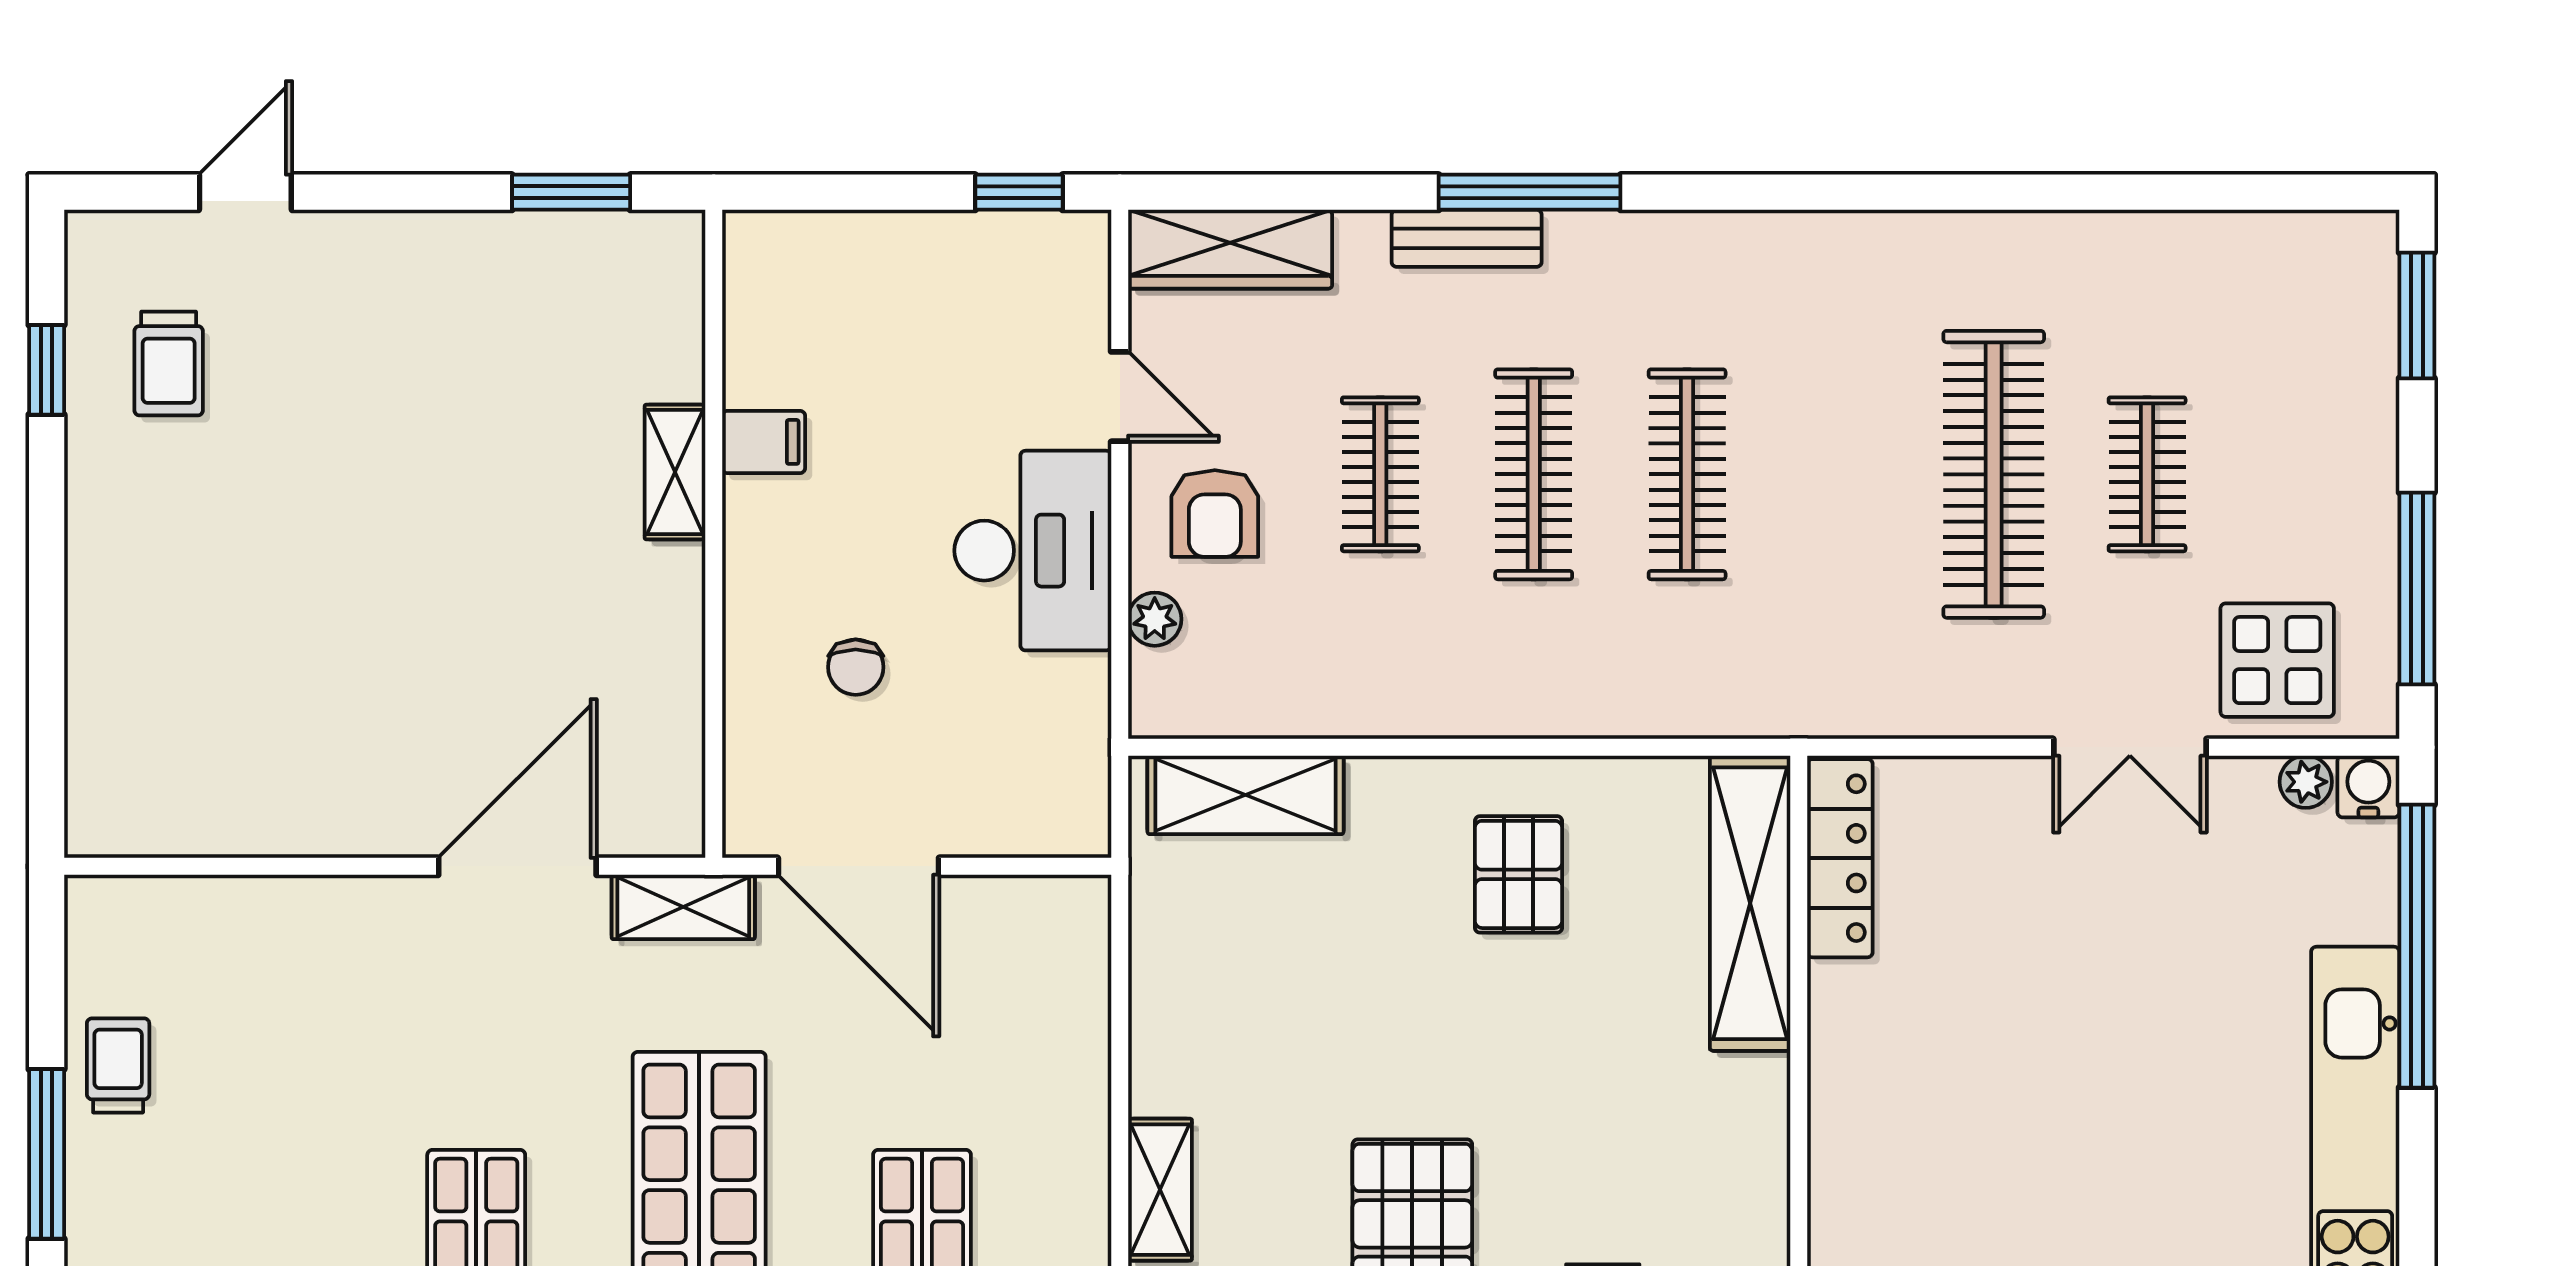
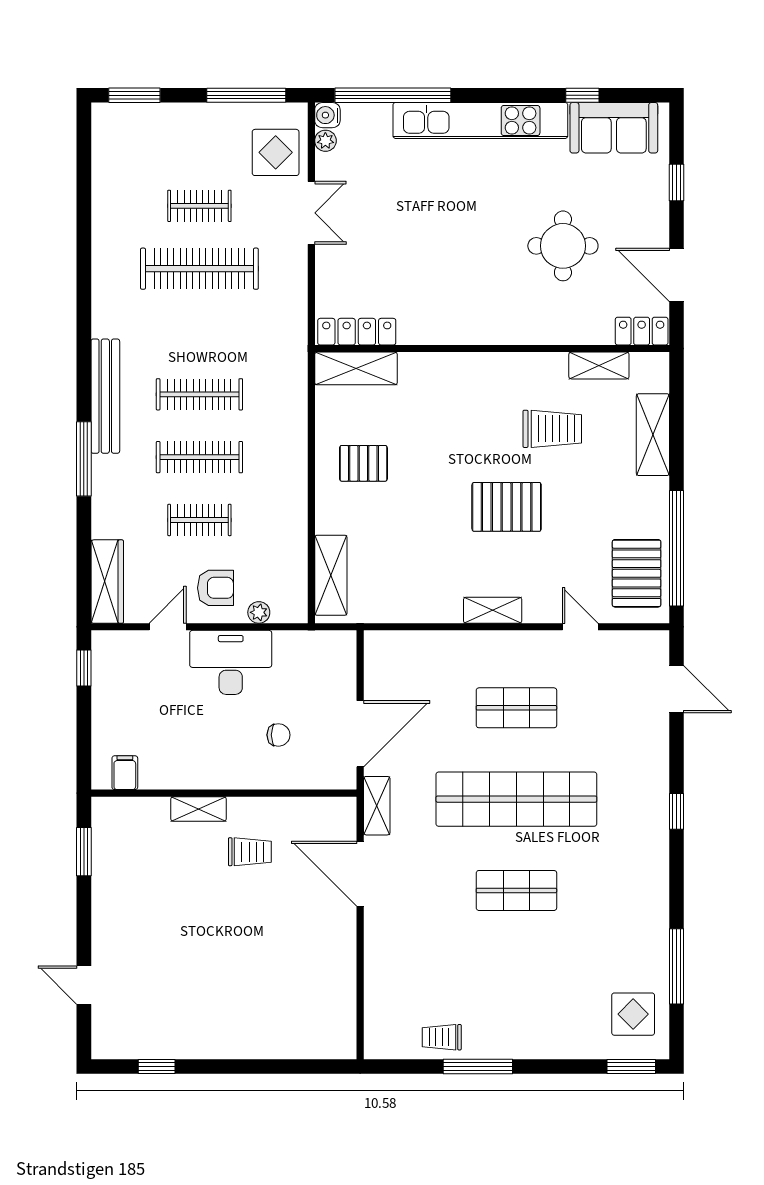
bench: (1467, 238) -> (105, 396), moved, width x1.86, depth x1.21
trolley: (169, 363) -> (250, 852), moved
filing cabinet: (764, 442) -> (125, 773), moved
shelving: (1750, 903) -> (356, 368), width x0.68

